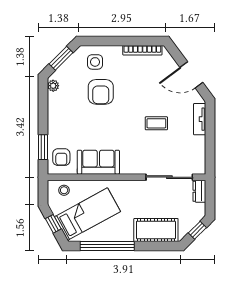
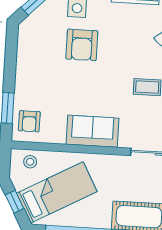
plant: (53, 86) -> (24, 34), removed
sofa: (98, 162) -> (92, 131), moved

